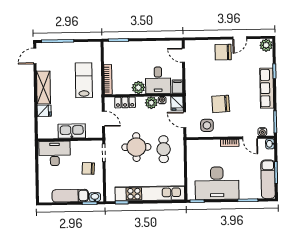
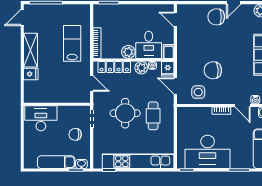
locker: (125, 102) -> (114, 67), width x1.53
kitchen sink: (72, 131) -> (59, 96), removed

